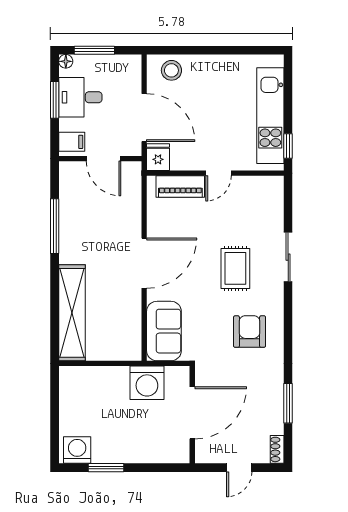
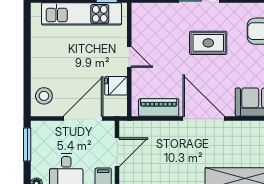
window: (94, 50) -> (27, 145), moved
fridge: (158, 157) -> (116, 86), moved
piano: (180, 186) -> (159, 108), moved, turned -90

